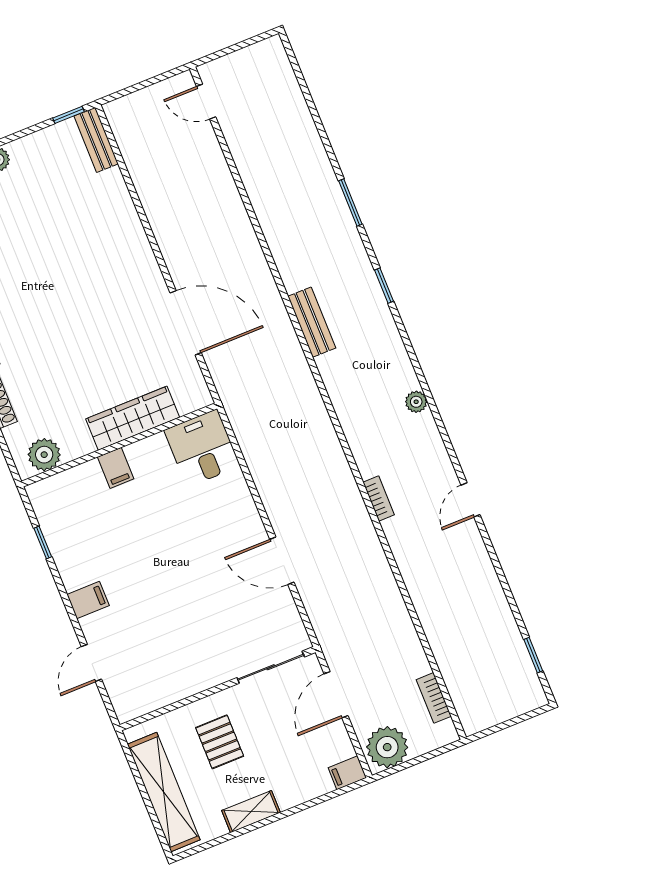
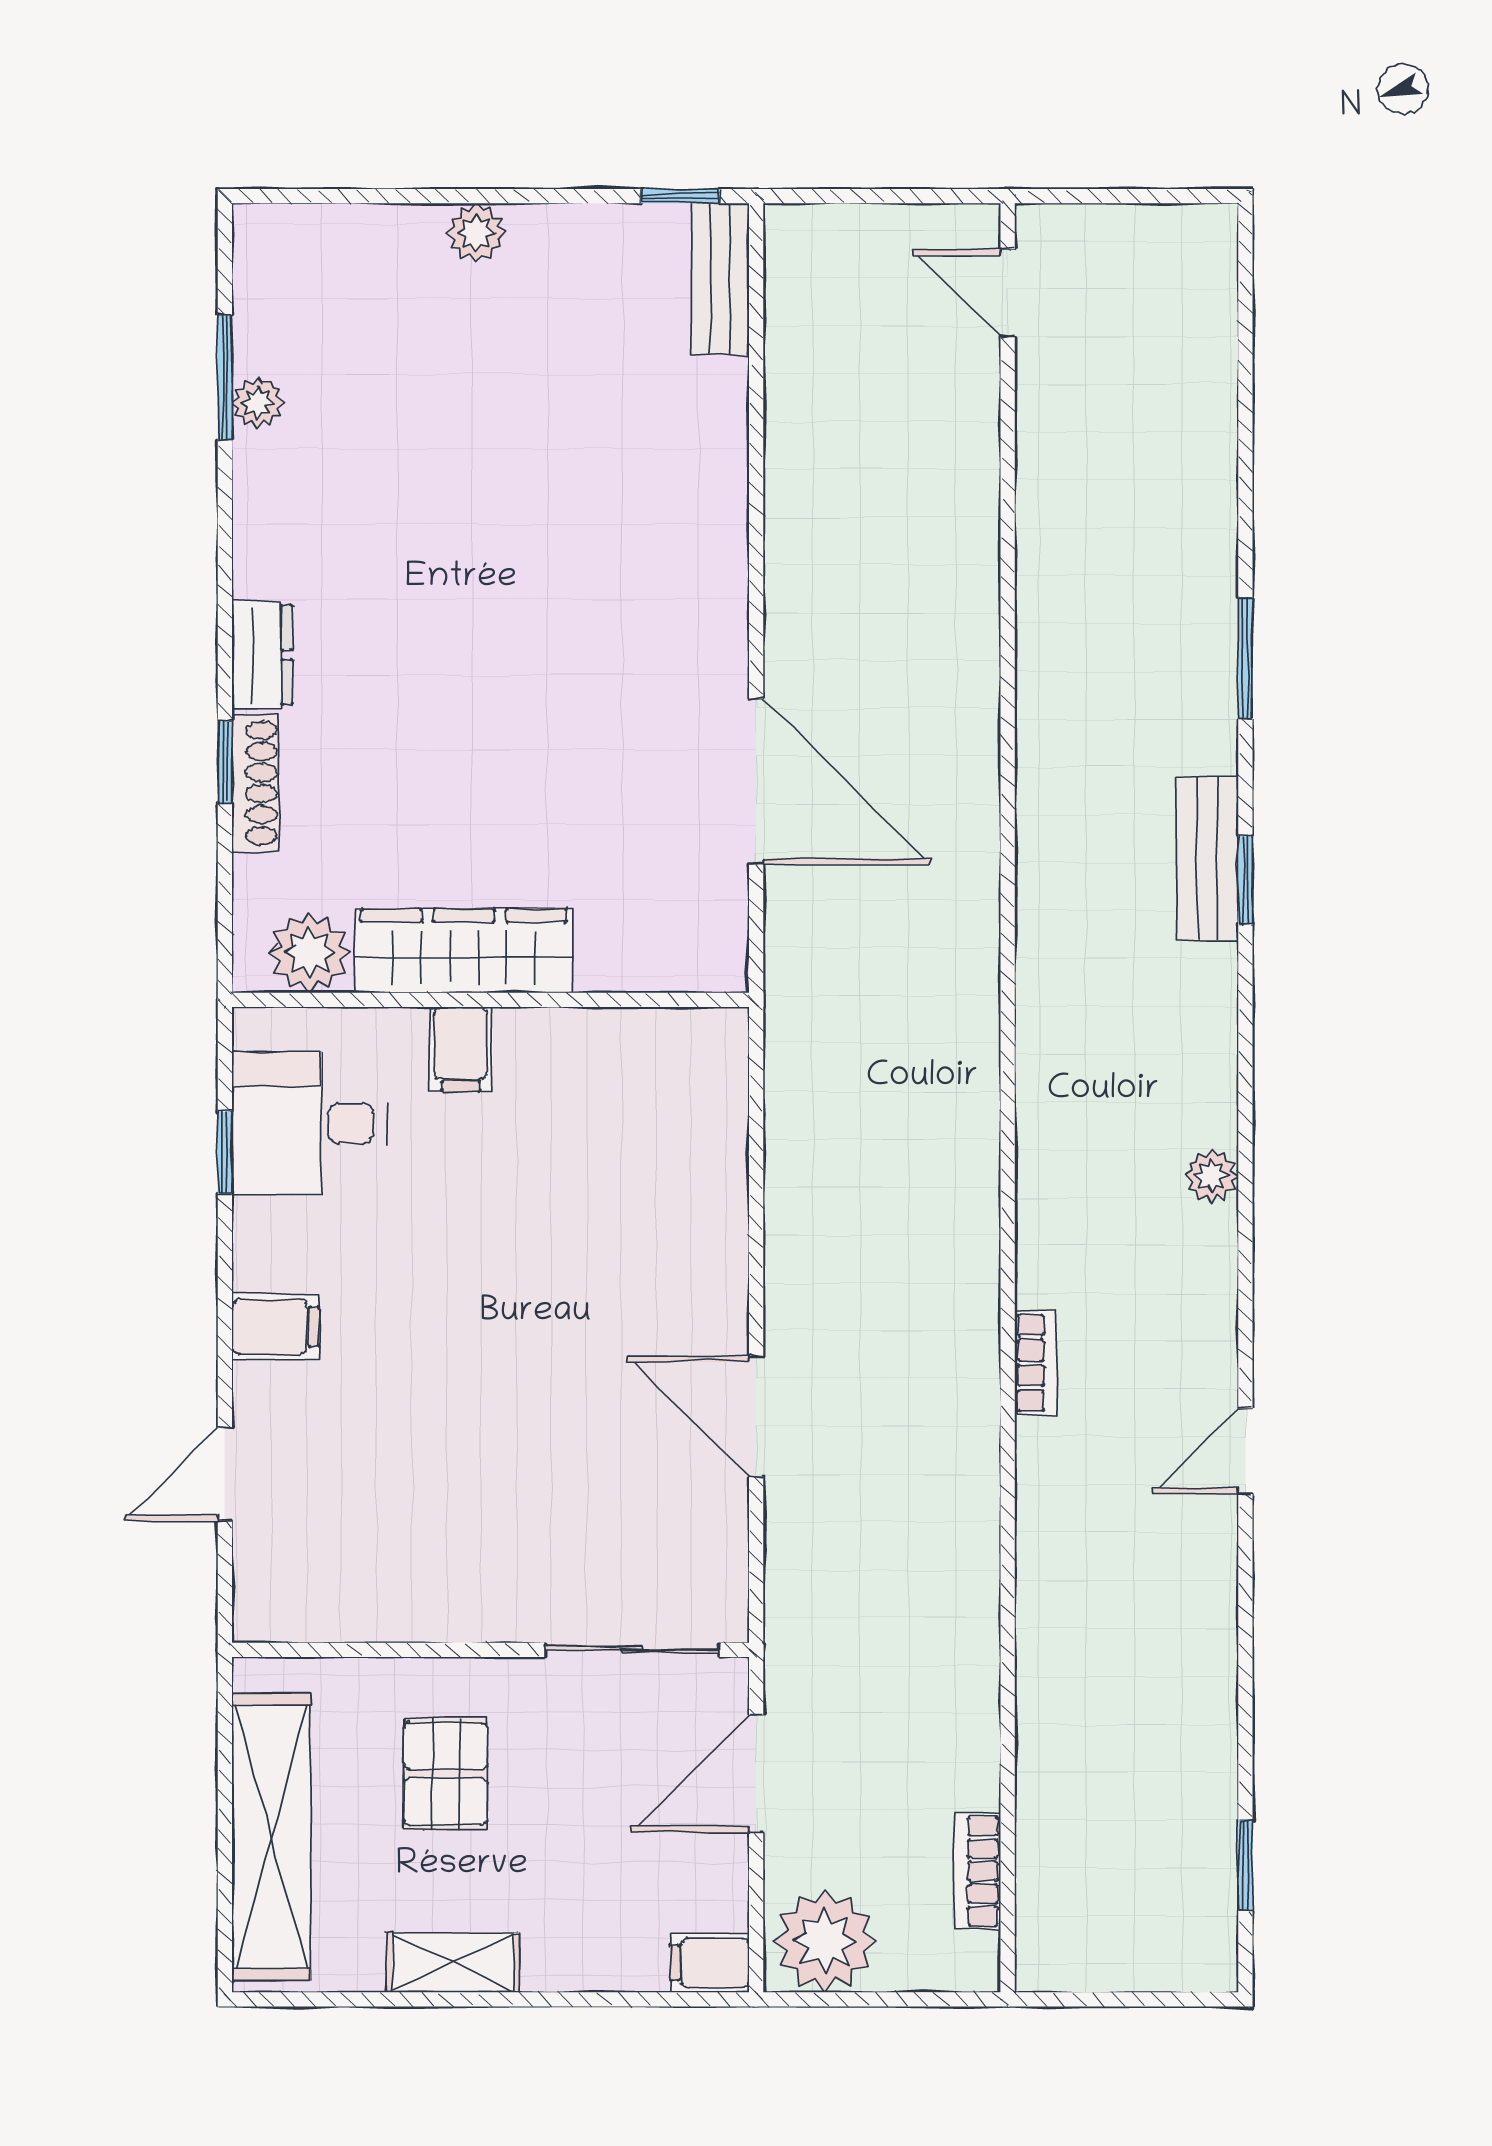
bench: (312, 322) -> (1207, 858), moved
wardrobe: (133, 418) -> (464, 951), moved
desk: (202, 448) -> (309, 1123), moved, turned -90

